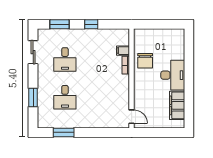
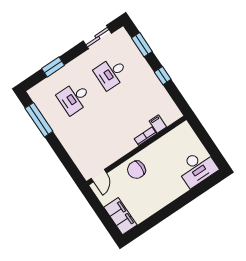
chair: (145, 61) -> (136, 170), moved
desk: (173, 75) -> (197, 168), moved
filing cabinet: (177, 105) -> (120, 216), moved, turned 90
window: (64, 132) -> (39, 120), width x1.44

